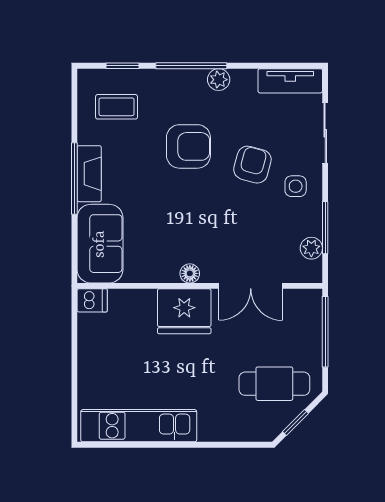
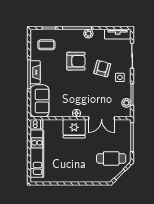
kitchen unit: (139, 426) -> (37, 154), moved, turned 90

